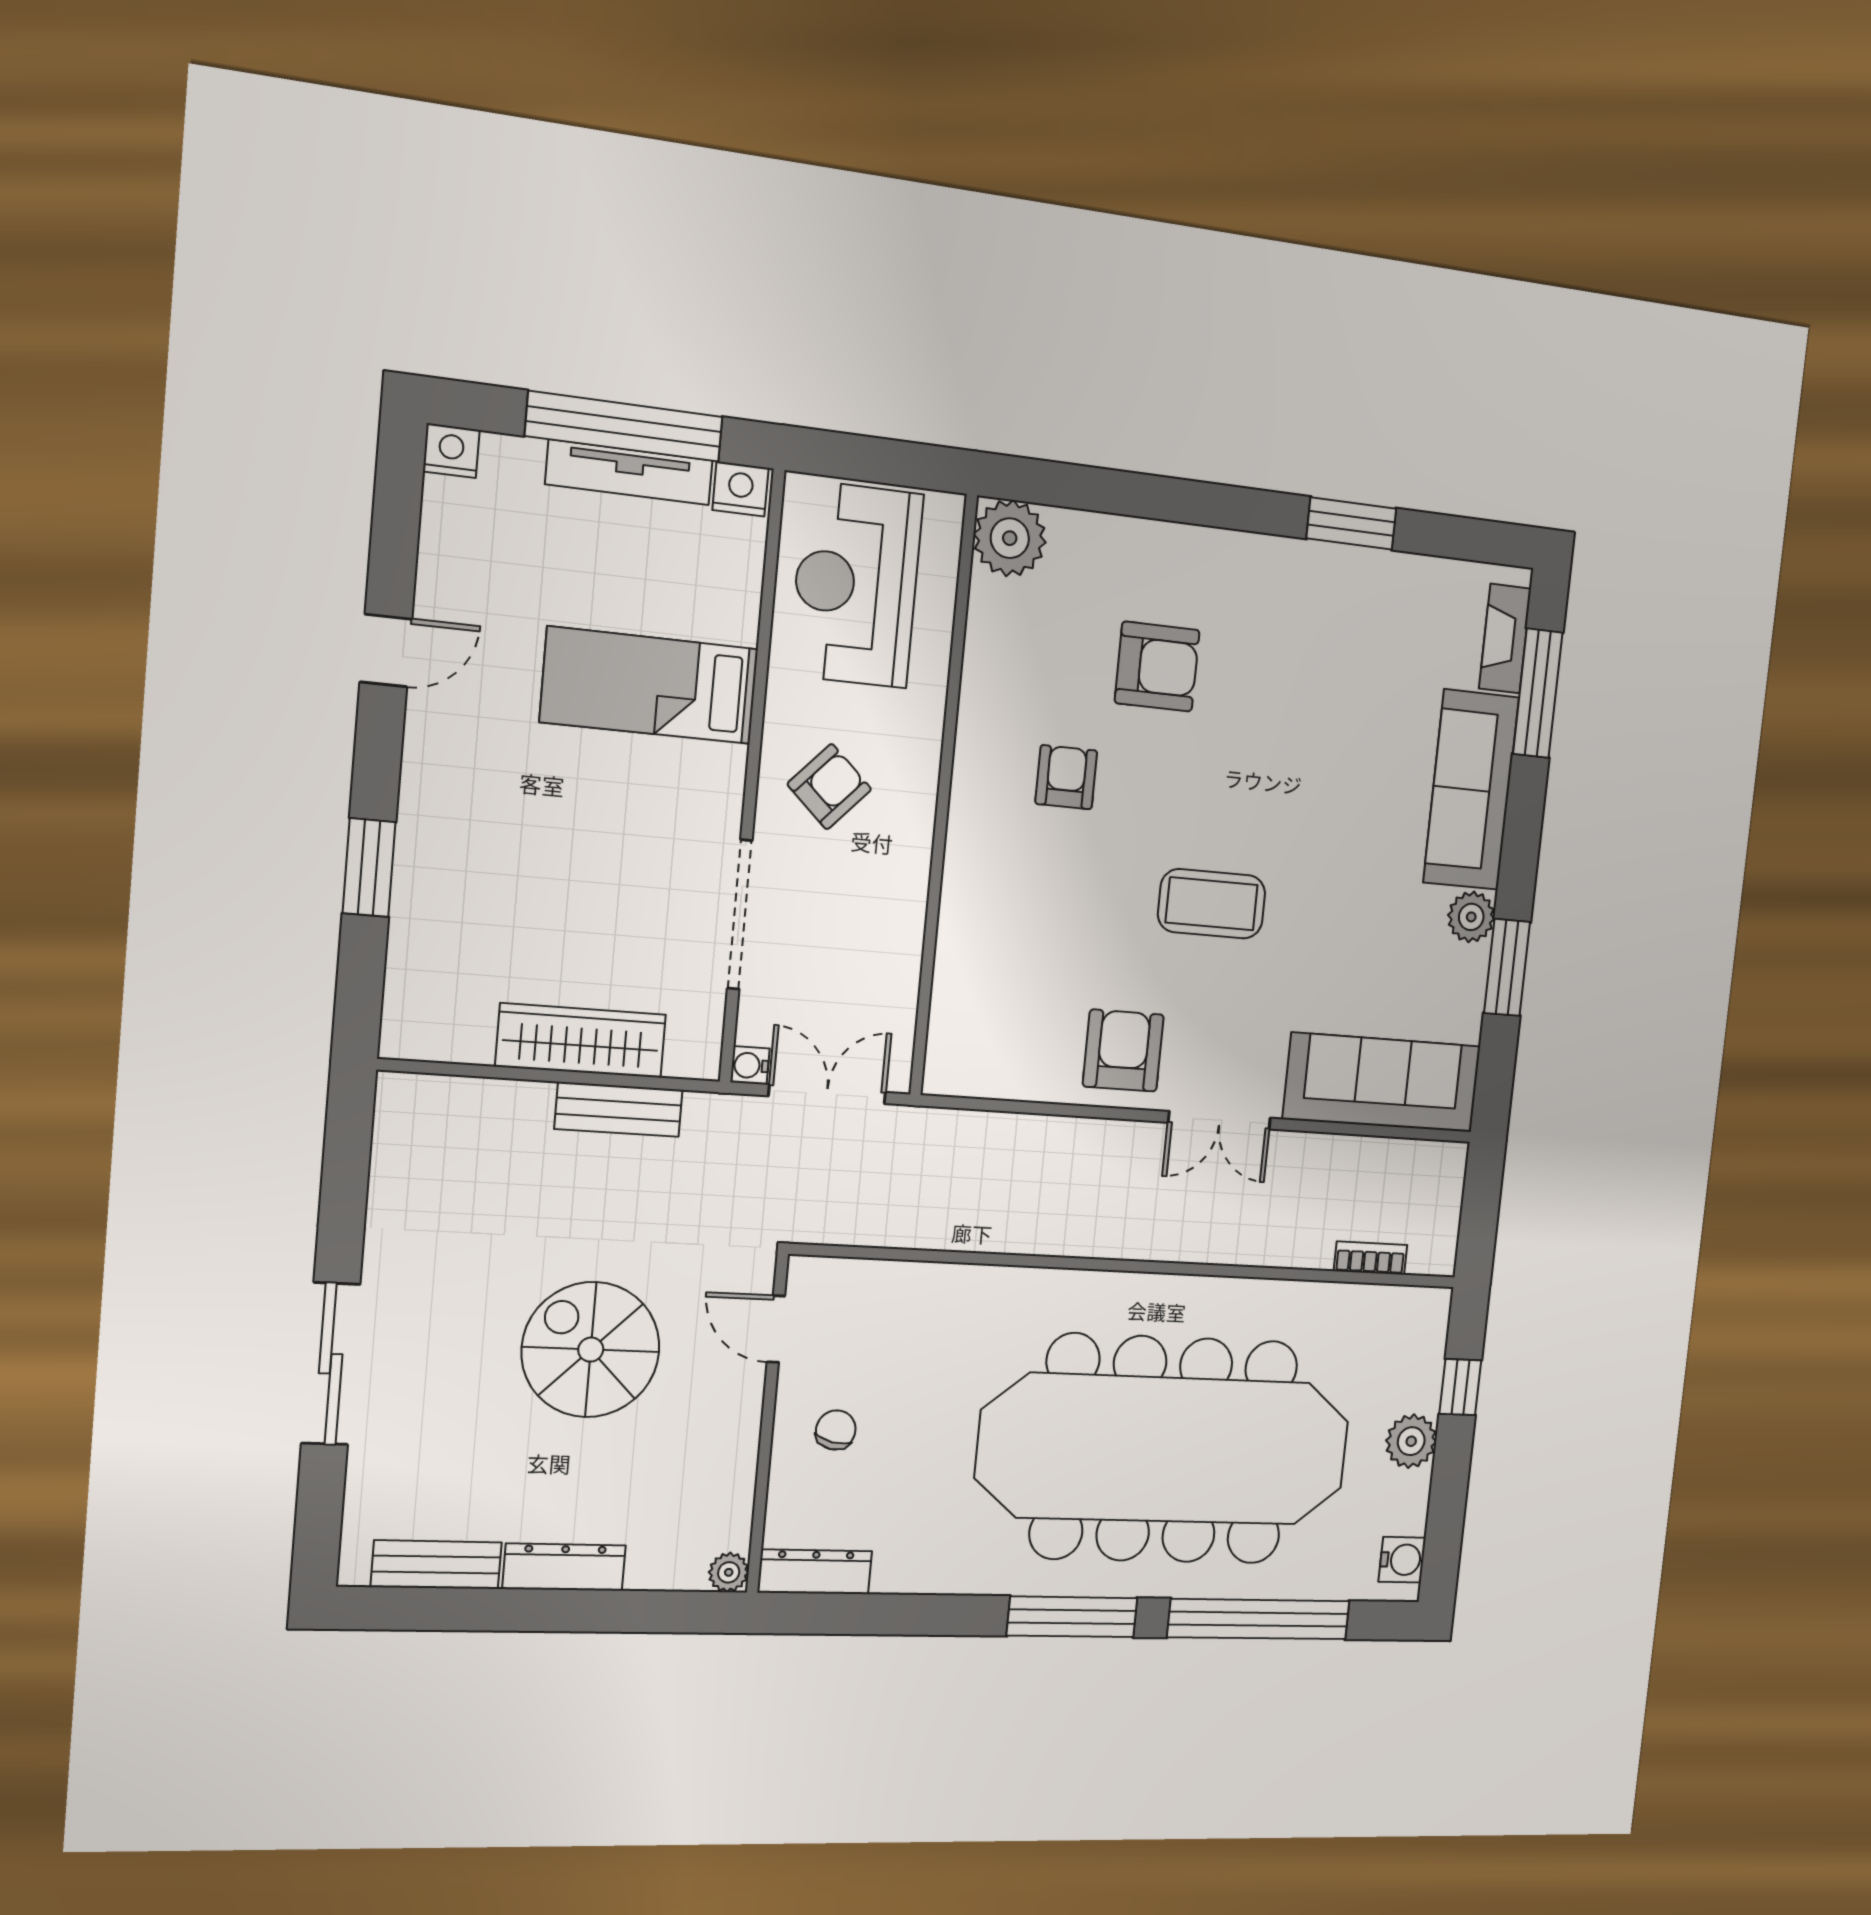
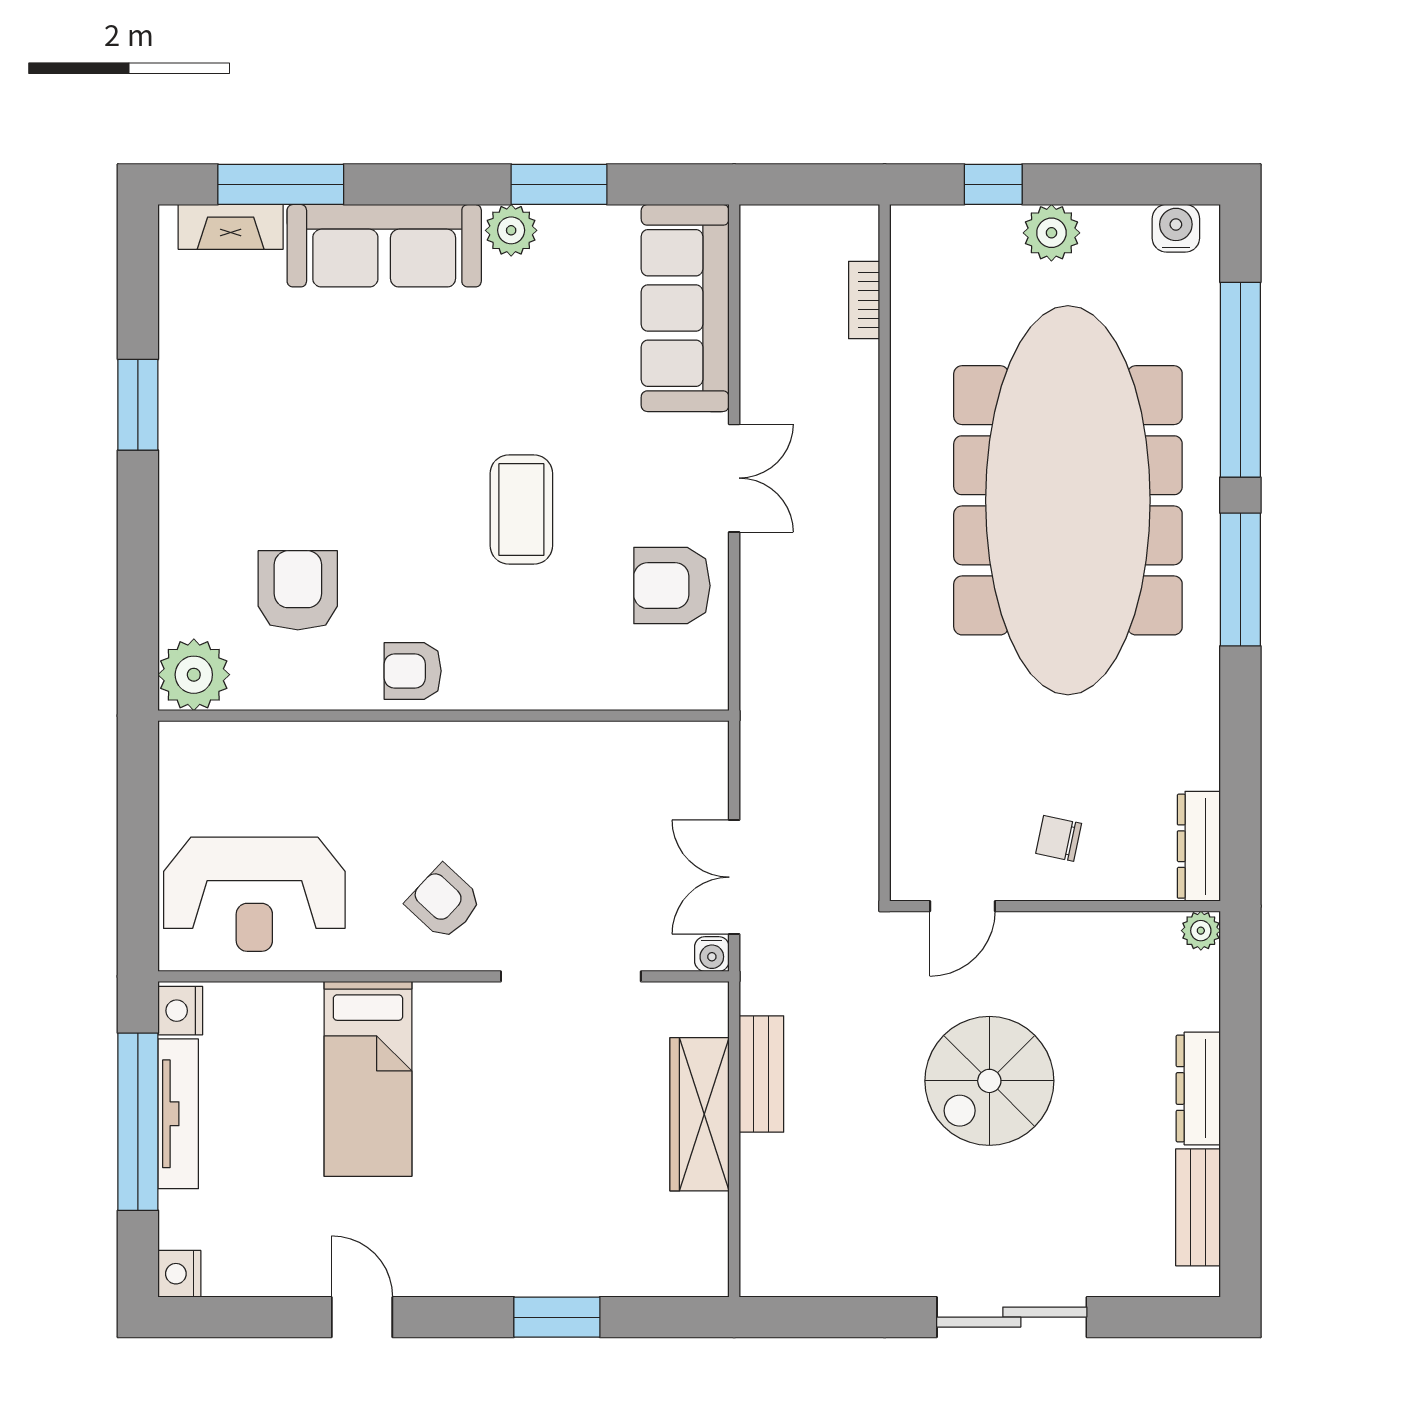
plant: (1010, 538) -> (194, 675), moved
wall: (943, 797) -> (444, 716), moved

